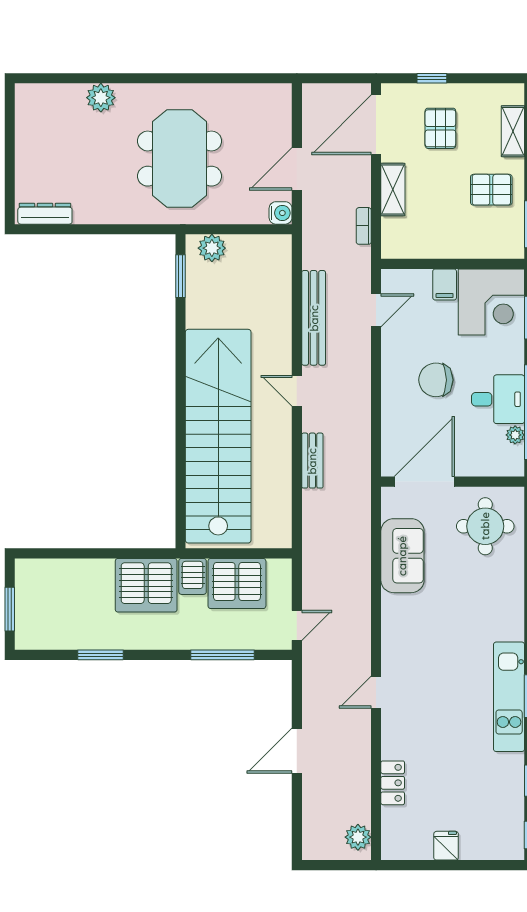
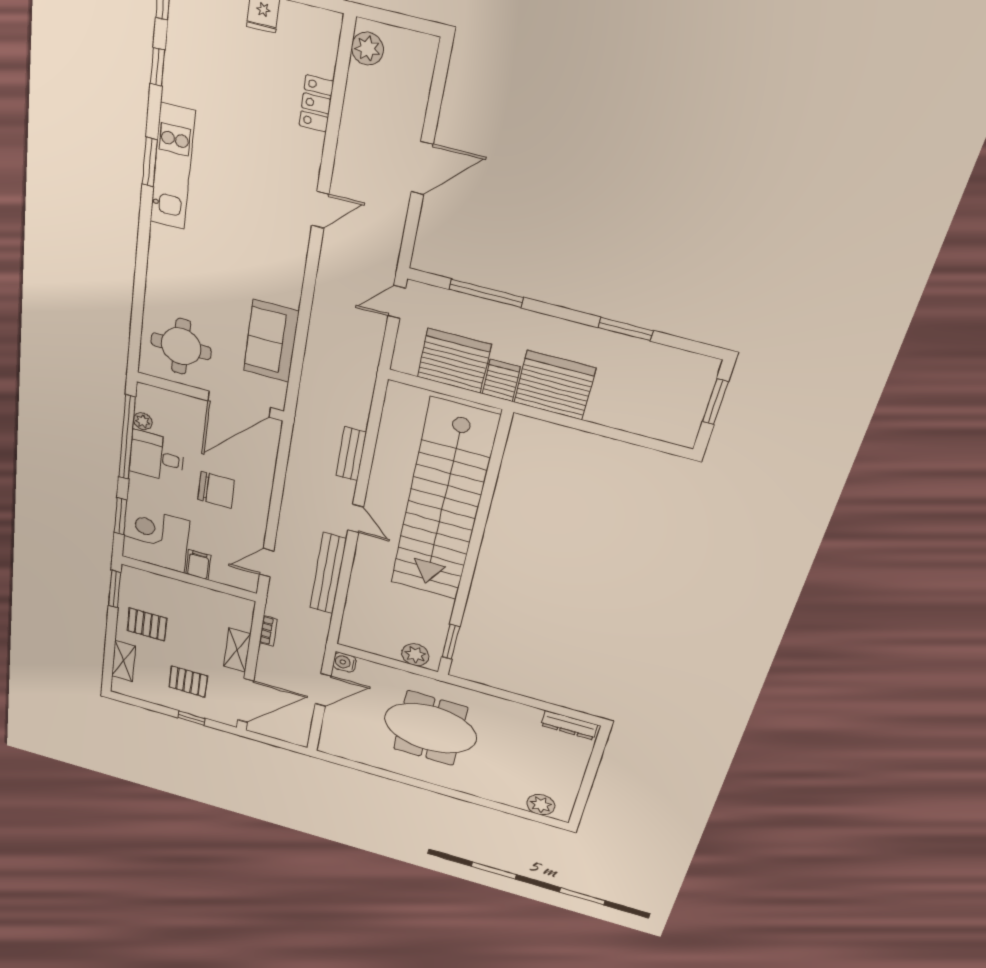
plant: (101, 98) -> (541, 805), moved
pallet: (440, 128) -> (188, 681), turned 90
meeting table: (180, 159) -> (430, 728), turned 90

